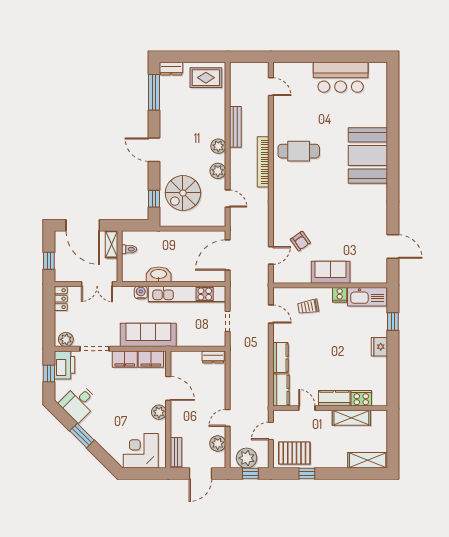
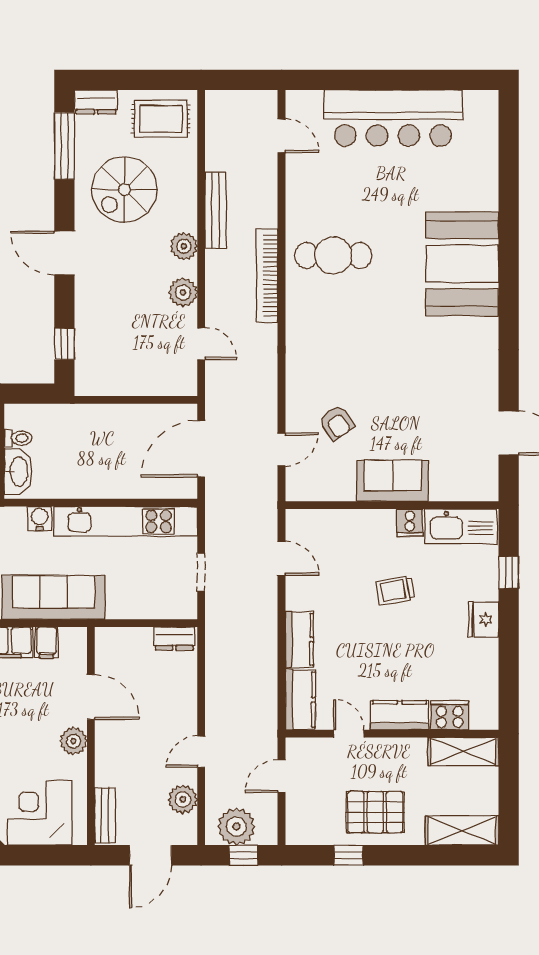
bar counter: (341, 77) -> (393, 118), width x1.36
spiral stairs: (183, 193) -> (124, 190), moved
washbasin: (159, 274) -> (18, 471), moved, turned 90
trolley: (308, 307) -> (395, 590), moved
filing cabinet: (151, 359) -> (47, 642), width x0.50
shelving: (351, 418) -> (463, 751), moved
pallet: (294, 453) -> (375, 812), moved

